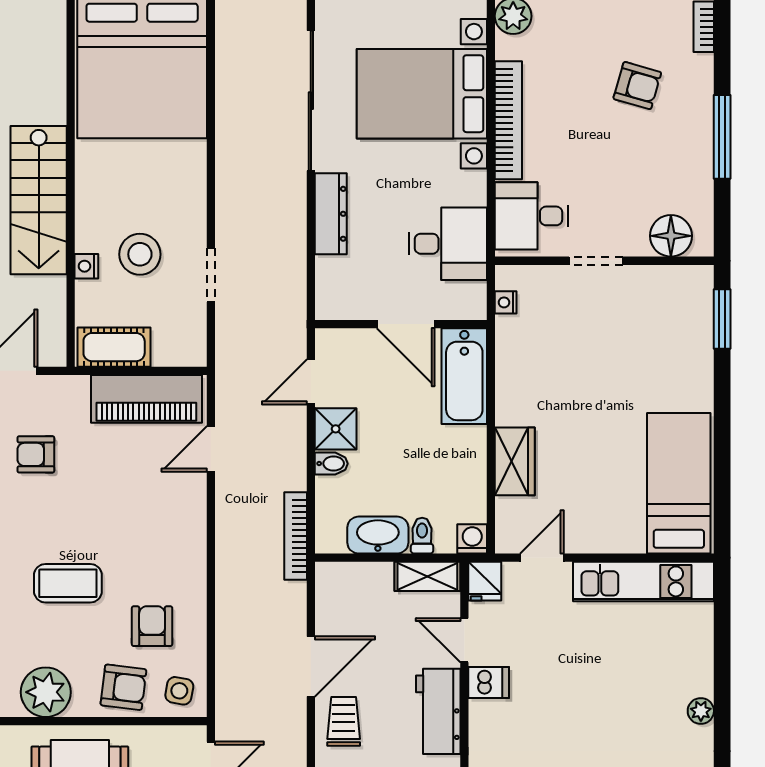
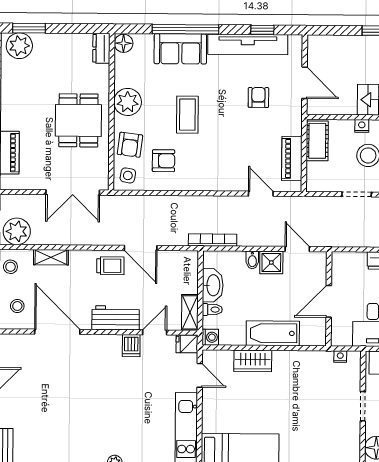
bathtub: (464, 376) -> (273, 333), moved
piano: (146, 399) -> (292, 159), width x0.73, depth x0.75

